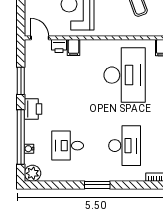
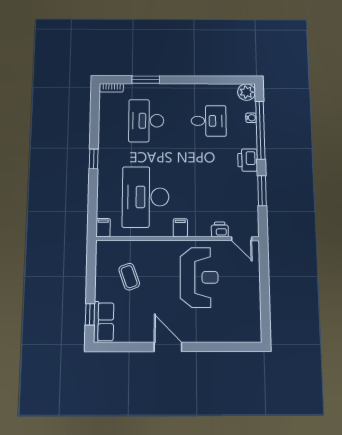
filing cabinet: (74, 48) -> (180, 228), moved
window: (97, 185) -> (146, 80), moved

